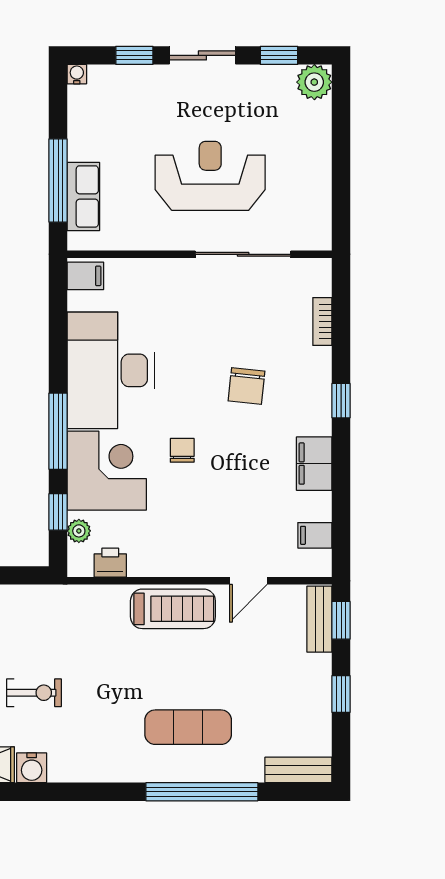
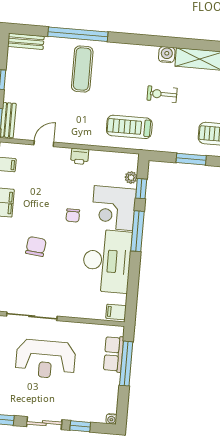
printer: (110, 563) -> (80, 156), moved
treadmill: (173, 609) -> (129, 127), moved
exercise mat: (188, 727) -> (82, 69), turned 90

